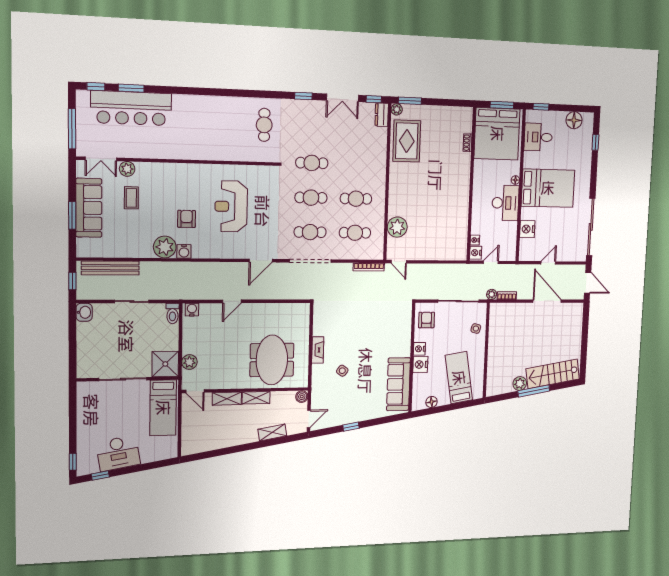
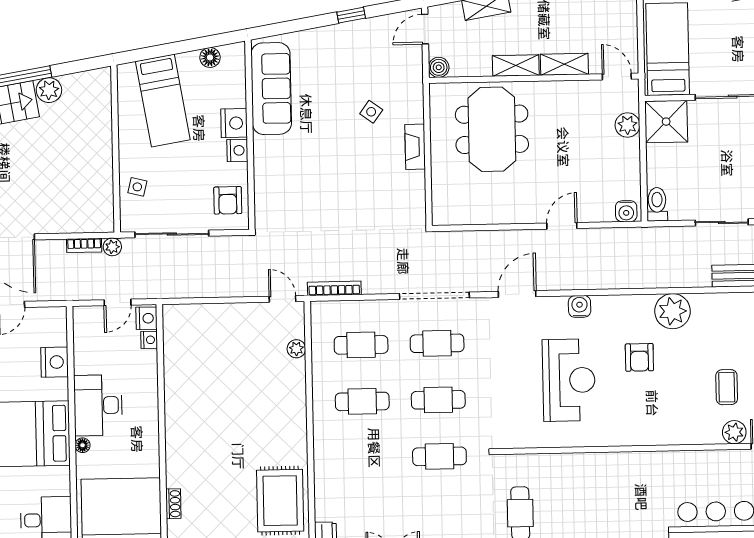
plant: (397, 227) -> (296, 349), width x0.53, depth x0.53
water cooler: (184, 251) -> (580, 306), moved

